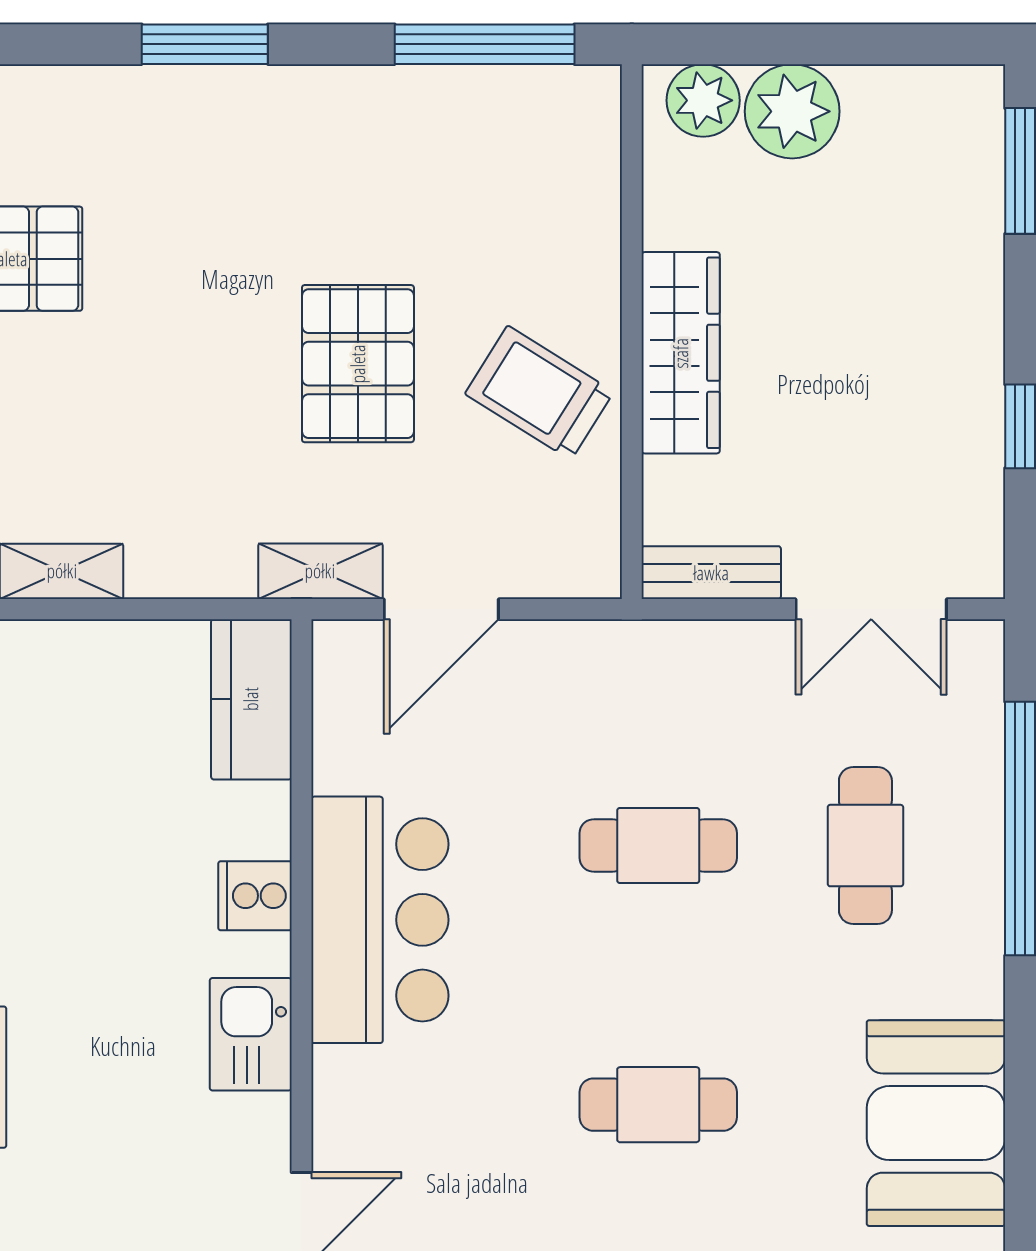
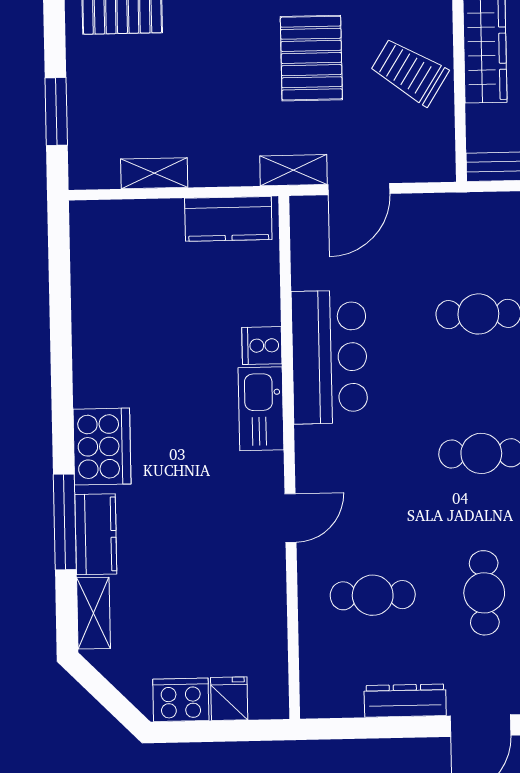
kitchen counter: (251, 699) -> (228, 219), moved, turned -90
kitchen sink: (251, 1034) -> (261, 409), width x1.38

